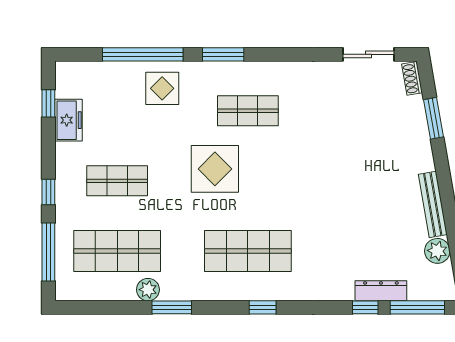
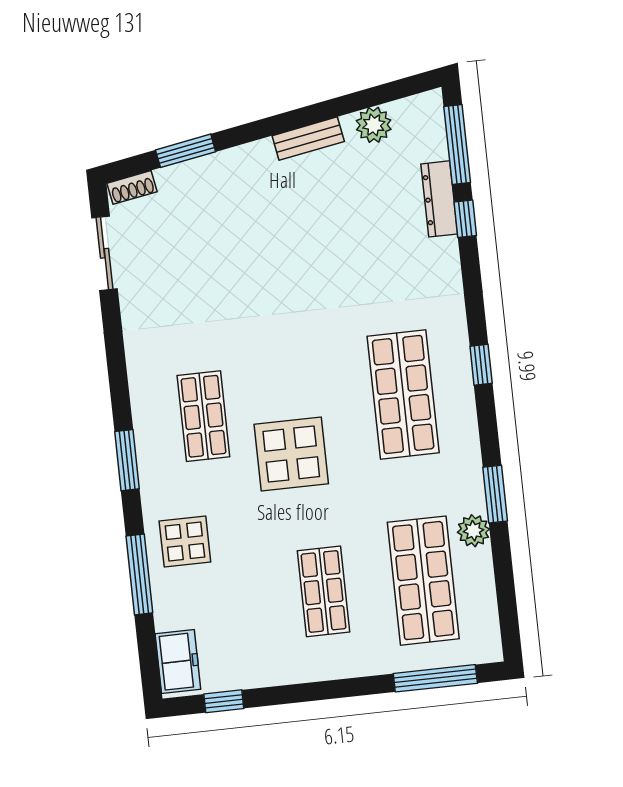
window: (143, 54) -> (139, 574), width x0.68
freezer: (69, 120) -> (178, 662), moved, turned 90
window: (48, 192) -> (350, 688), removed
bench: (433, 204) -> (308, 139), width x0.73

